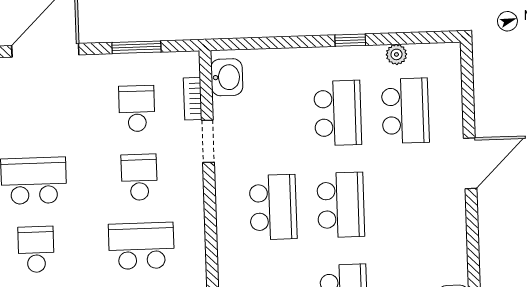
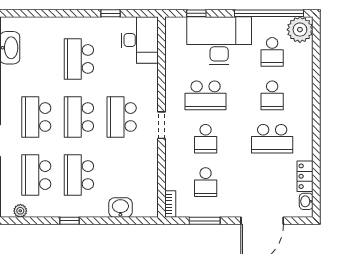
plant: (396, 54) -> (20, 211), moved
washbasin: (227, 77) -> (120, 208), moved, turned 90
bookcase: (193, 99) -> (170, 204), moved
doorway: (208, 141) -> (161, 125), moved
school desk: (408, 203) -> (36, 117), added

